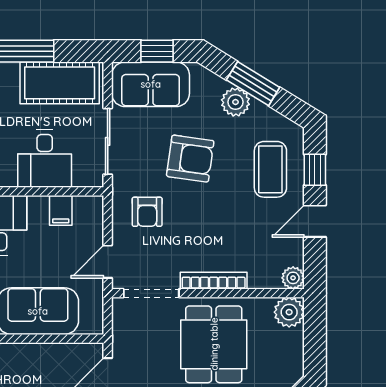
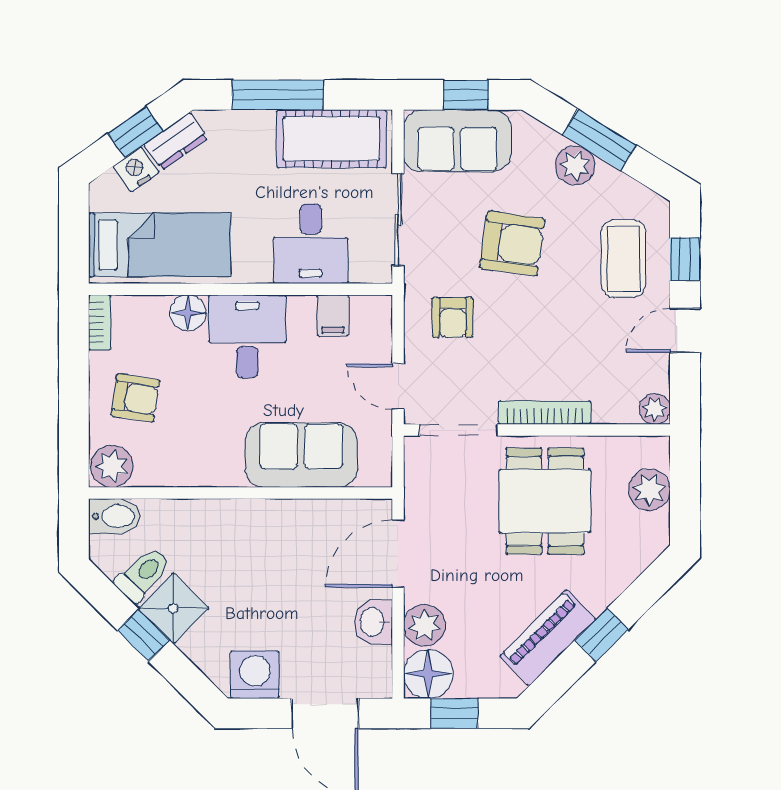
door: (108, 262) -> (398, 386), hinge flipped
plant: (289, 312) -> (649, 490), moved

